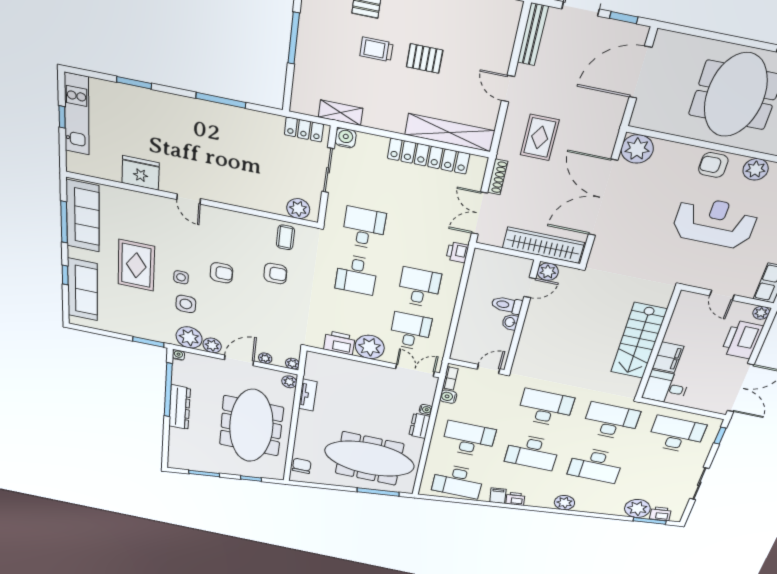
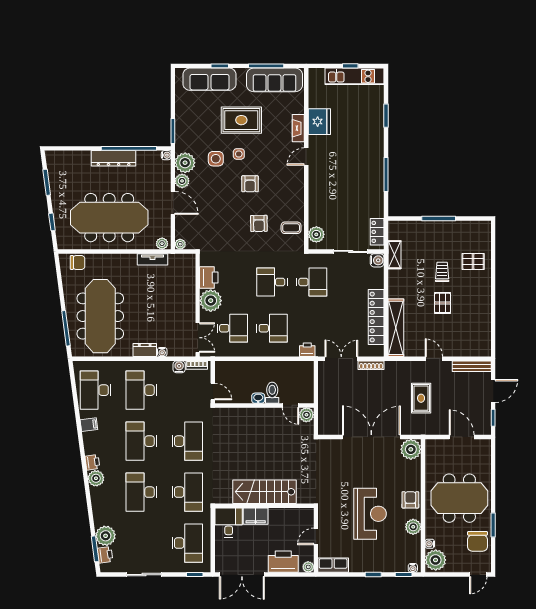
door: (640, 72) -> (462, 437), width x0.73
door: (508, 89) -> (434, 359), hinge flipped
rug: (540, 138) -> (421, 398), moved, turned 90
fireplace: (149, 201) -> (298, 128), added
wardrobe: (543, 245) -> (327, 407), removed
plant: (265, 358) -> (180, 223), removed
desk: (469, 439) -> (141, 390), turned 180
printer: (515, 499) -> (92, 462), moved

